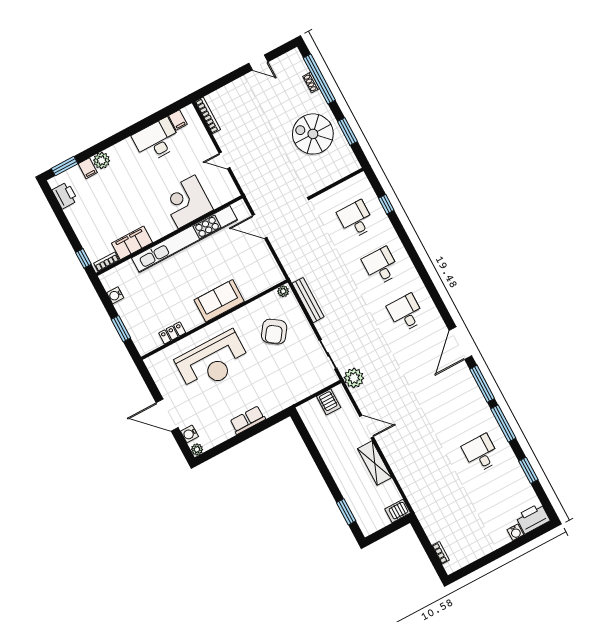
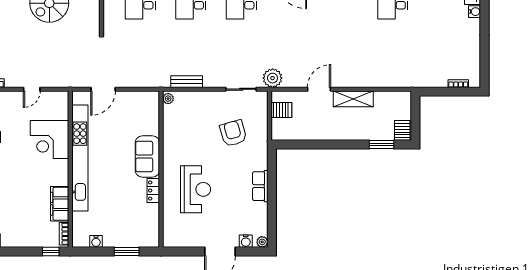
bench: (308, 300) -> (187, 82), width x0.73
armchair: (274, 332) -> (233, 133), moved, turned -141
locker: (172, 333) -> (153, 191), moved
reception desk: (213, 362) -> (196, 189), width x0.74, depth x0.77
server rack: (398, 511) -> (402, 130), moved, turned 180

